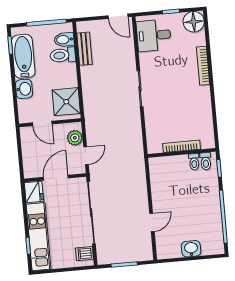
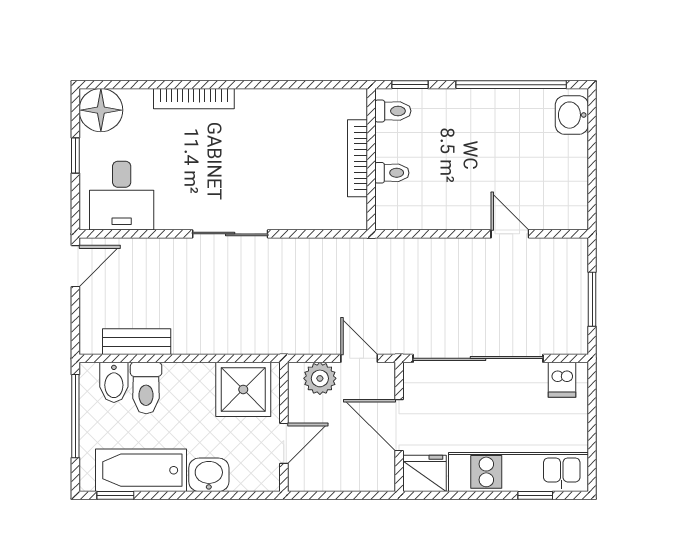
toilet: (194, 162) -> (392, 173), moved
washbasin: (191, 249) -> (572, 115), moved

